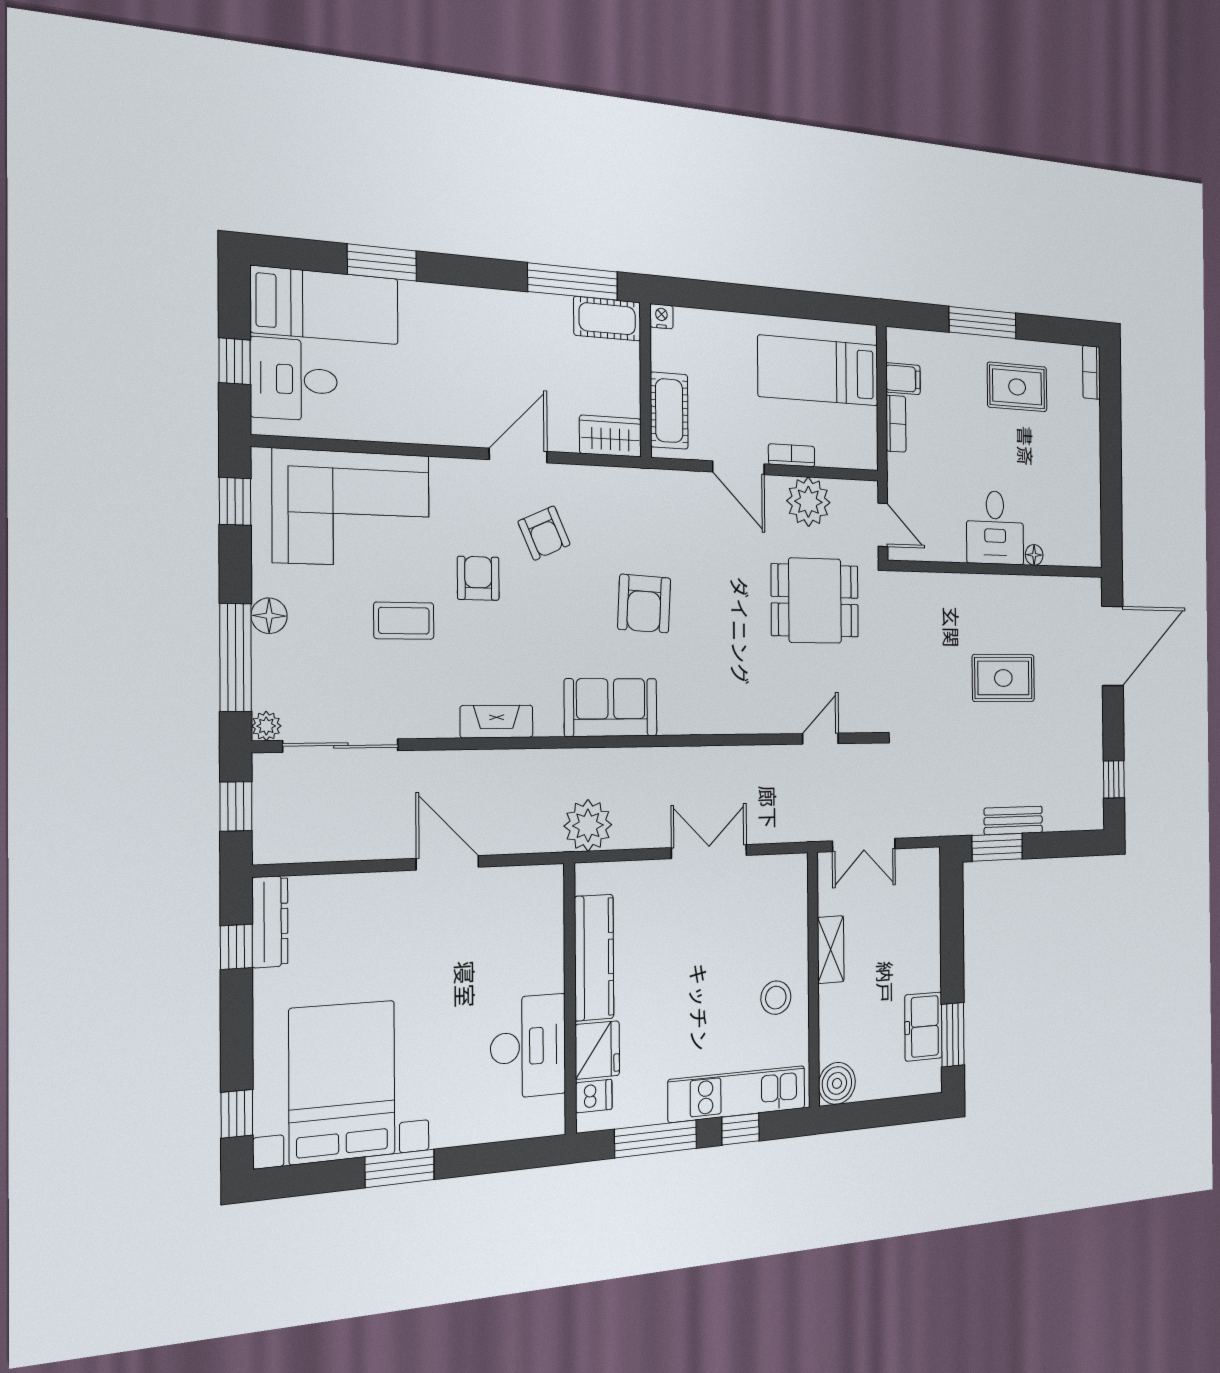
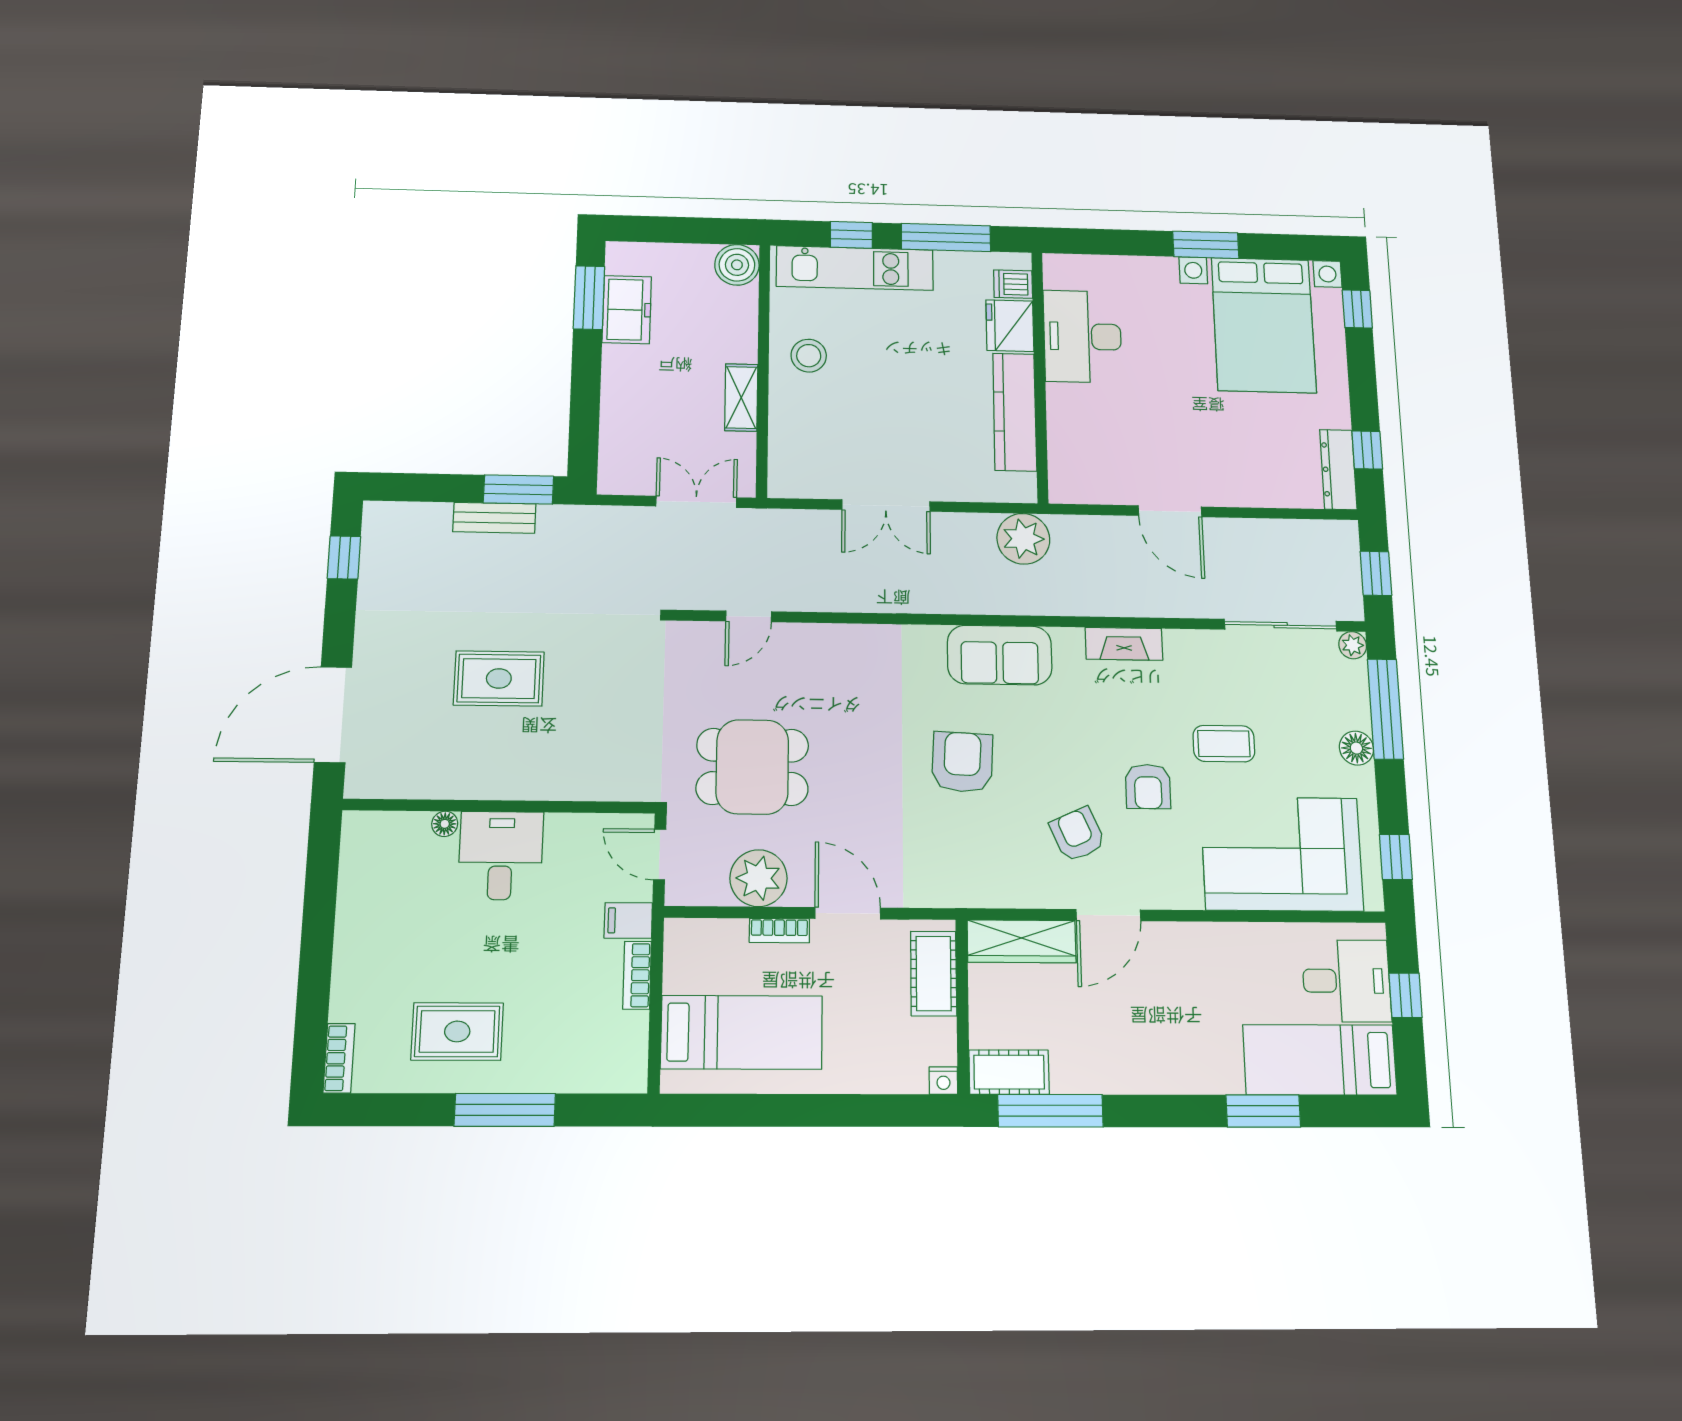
filing cabinet: (903, 379) -> (628, 920), moved
wardrobe: (610, 436) -> (1022, 941), width x1.50

